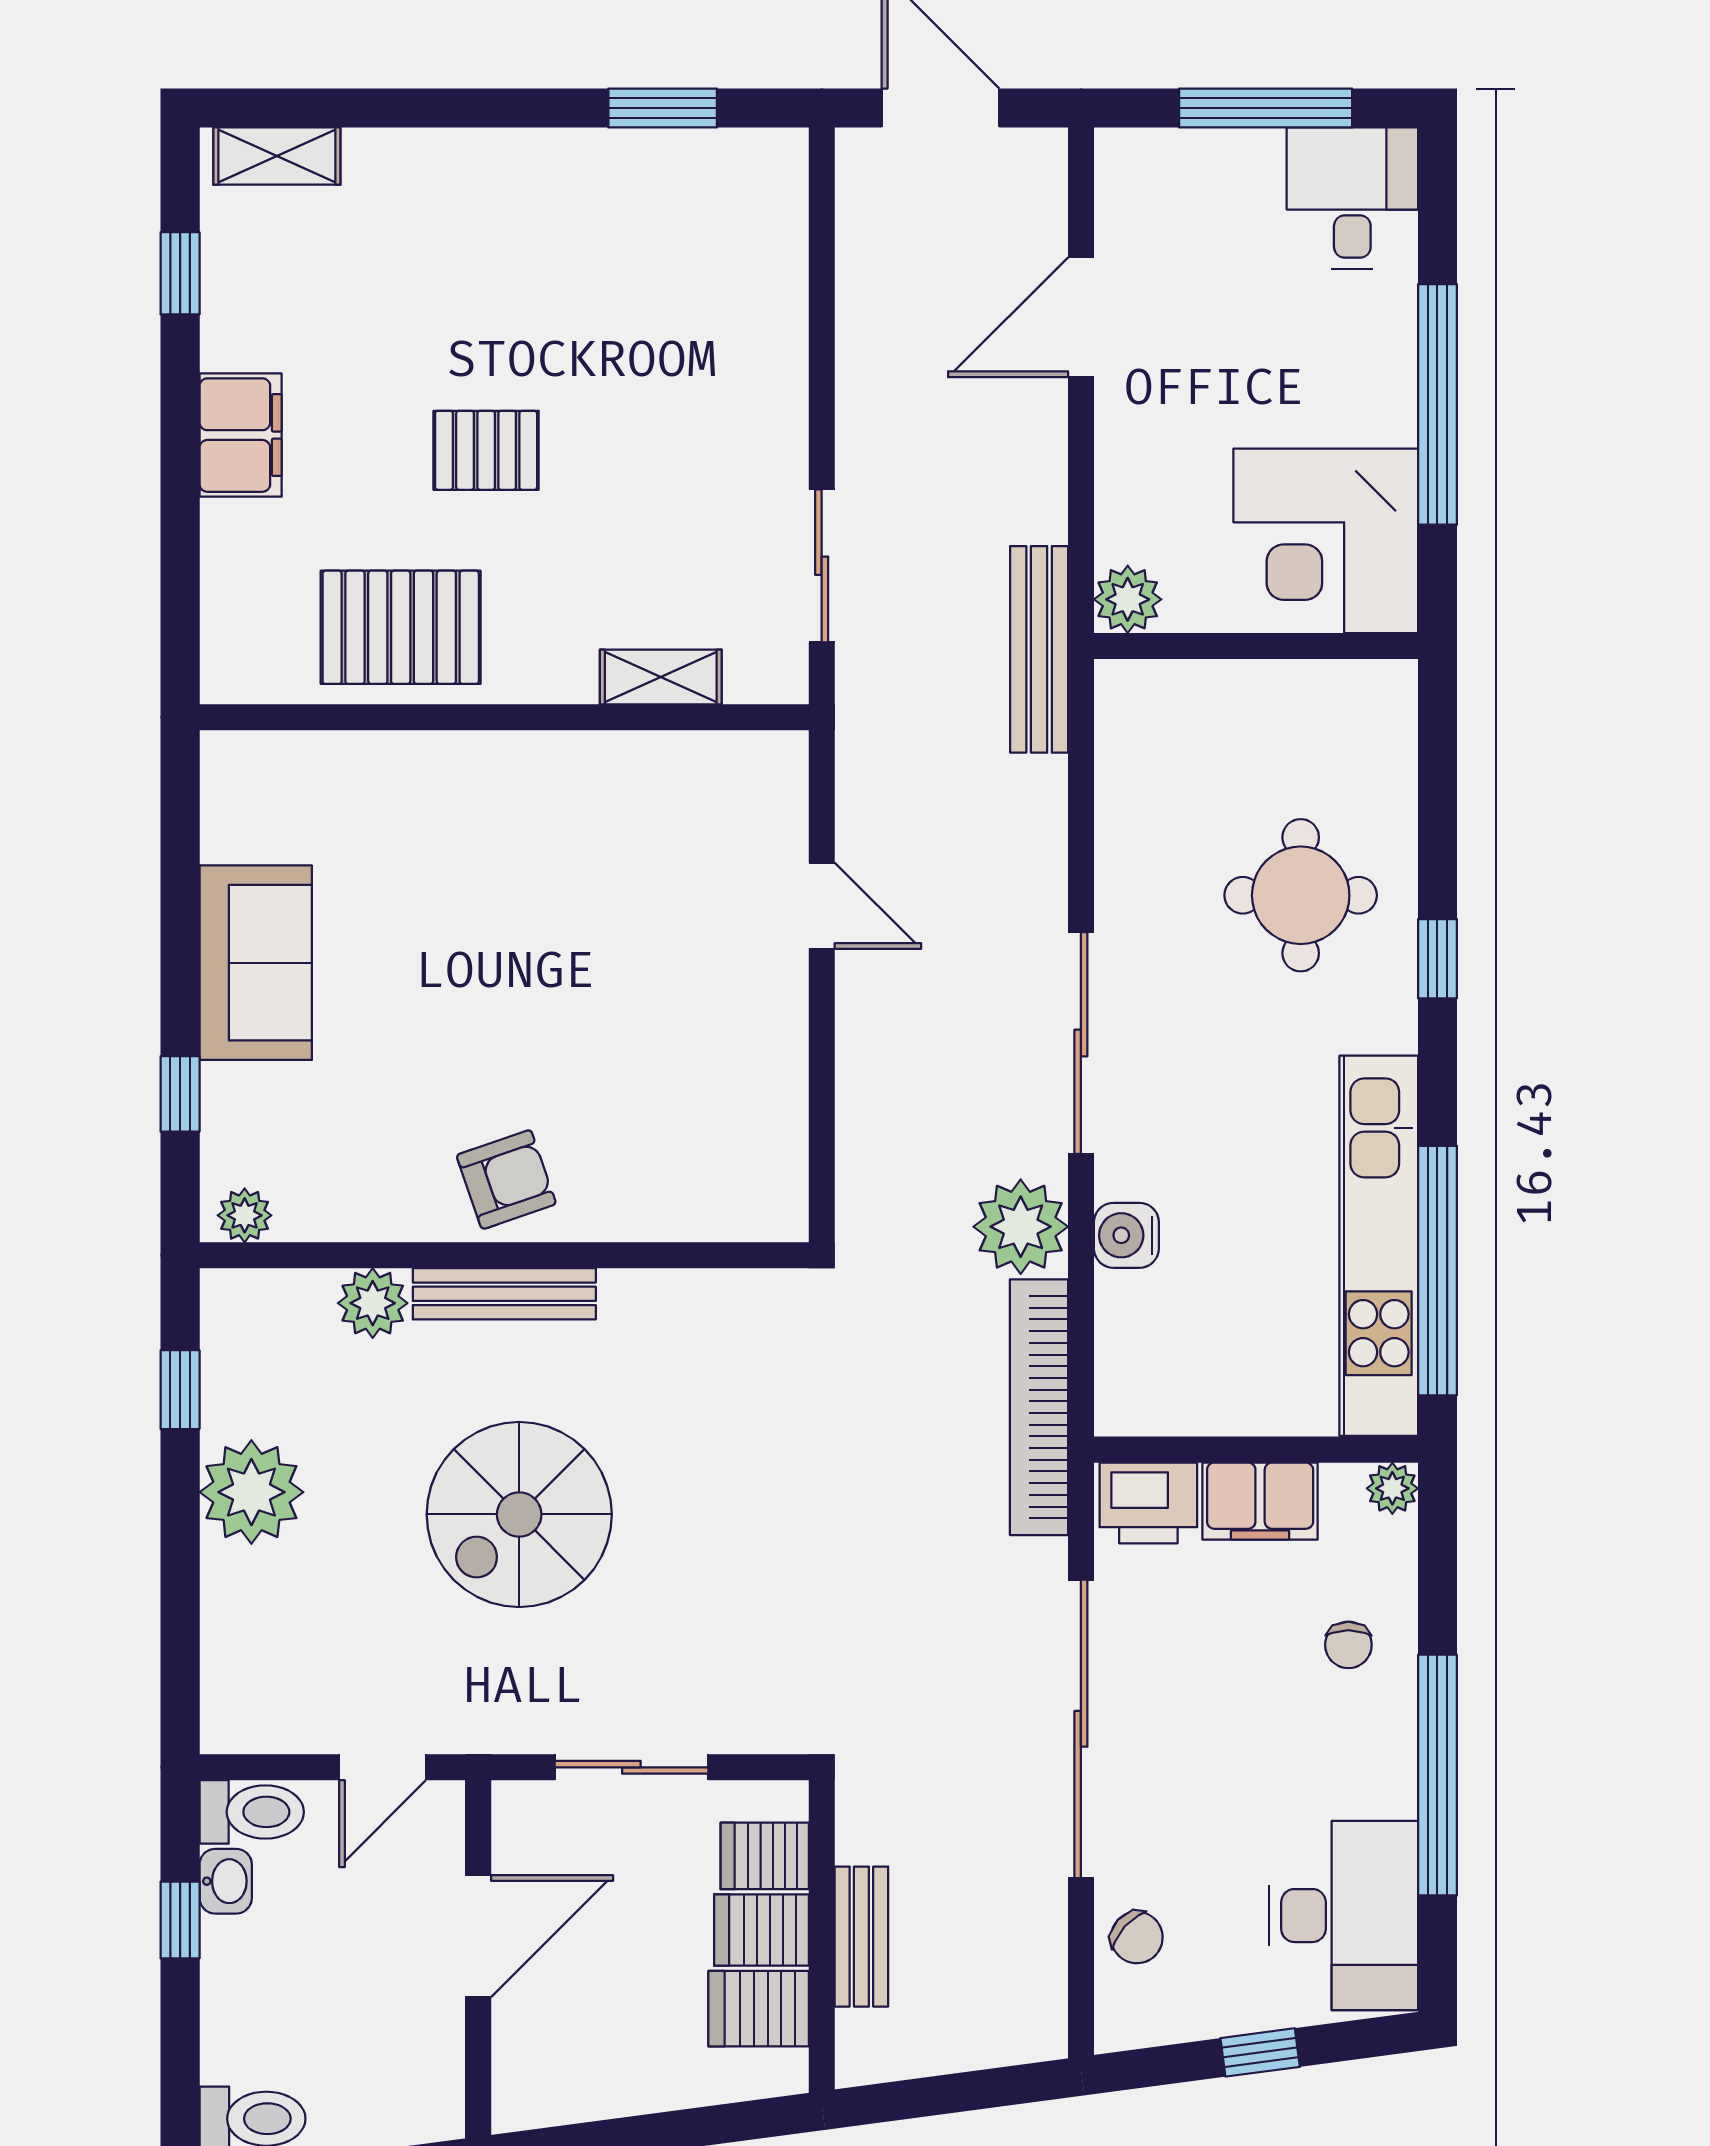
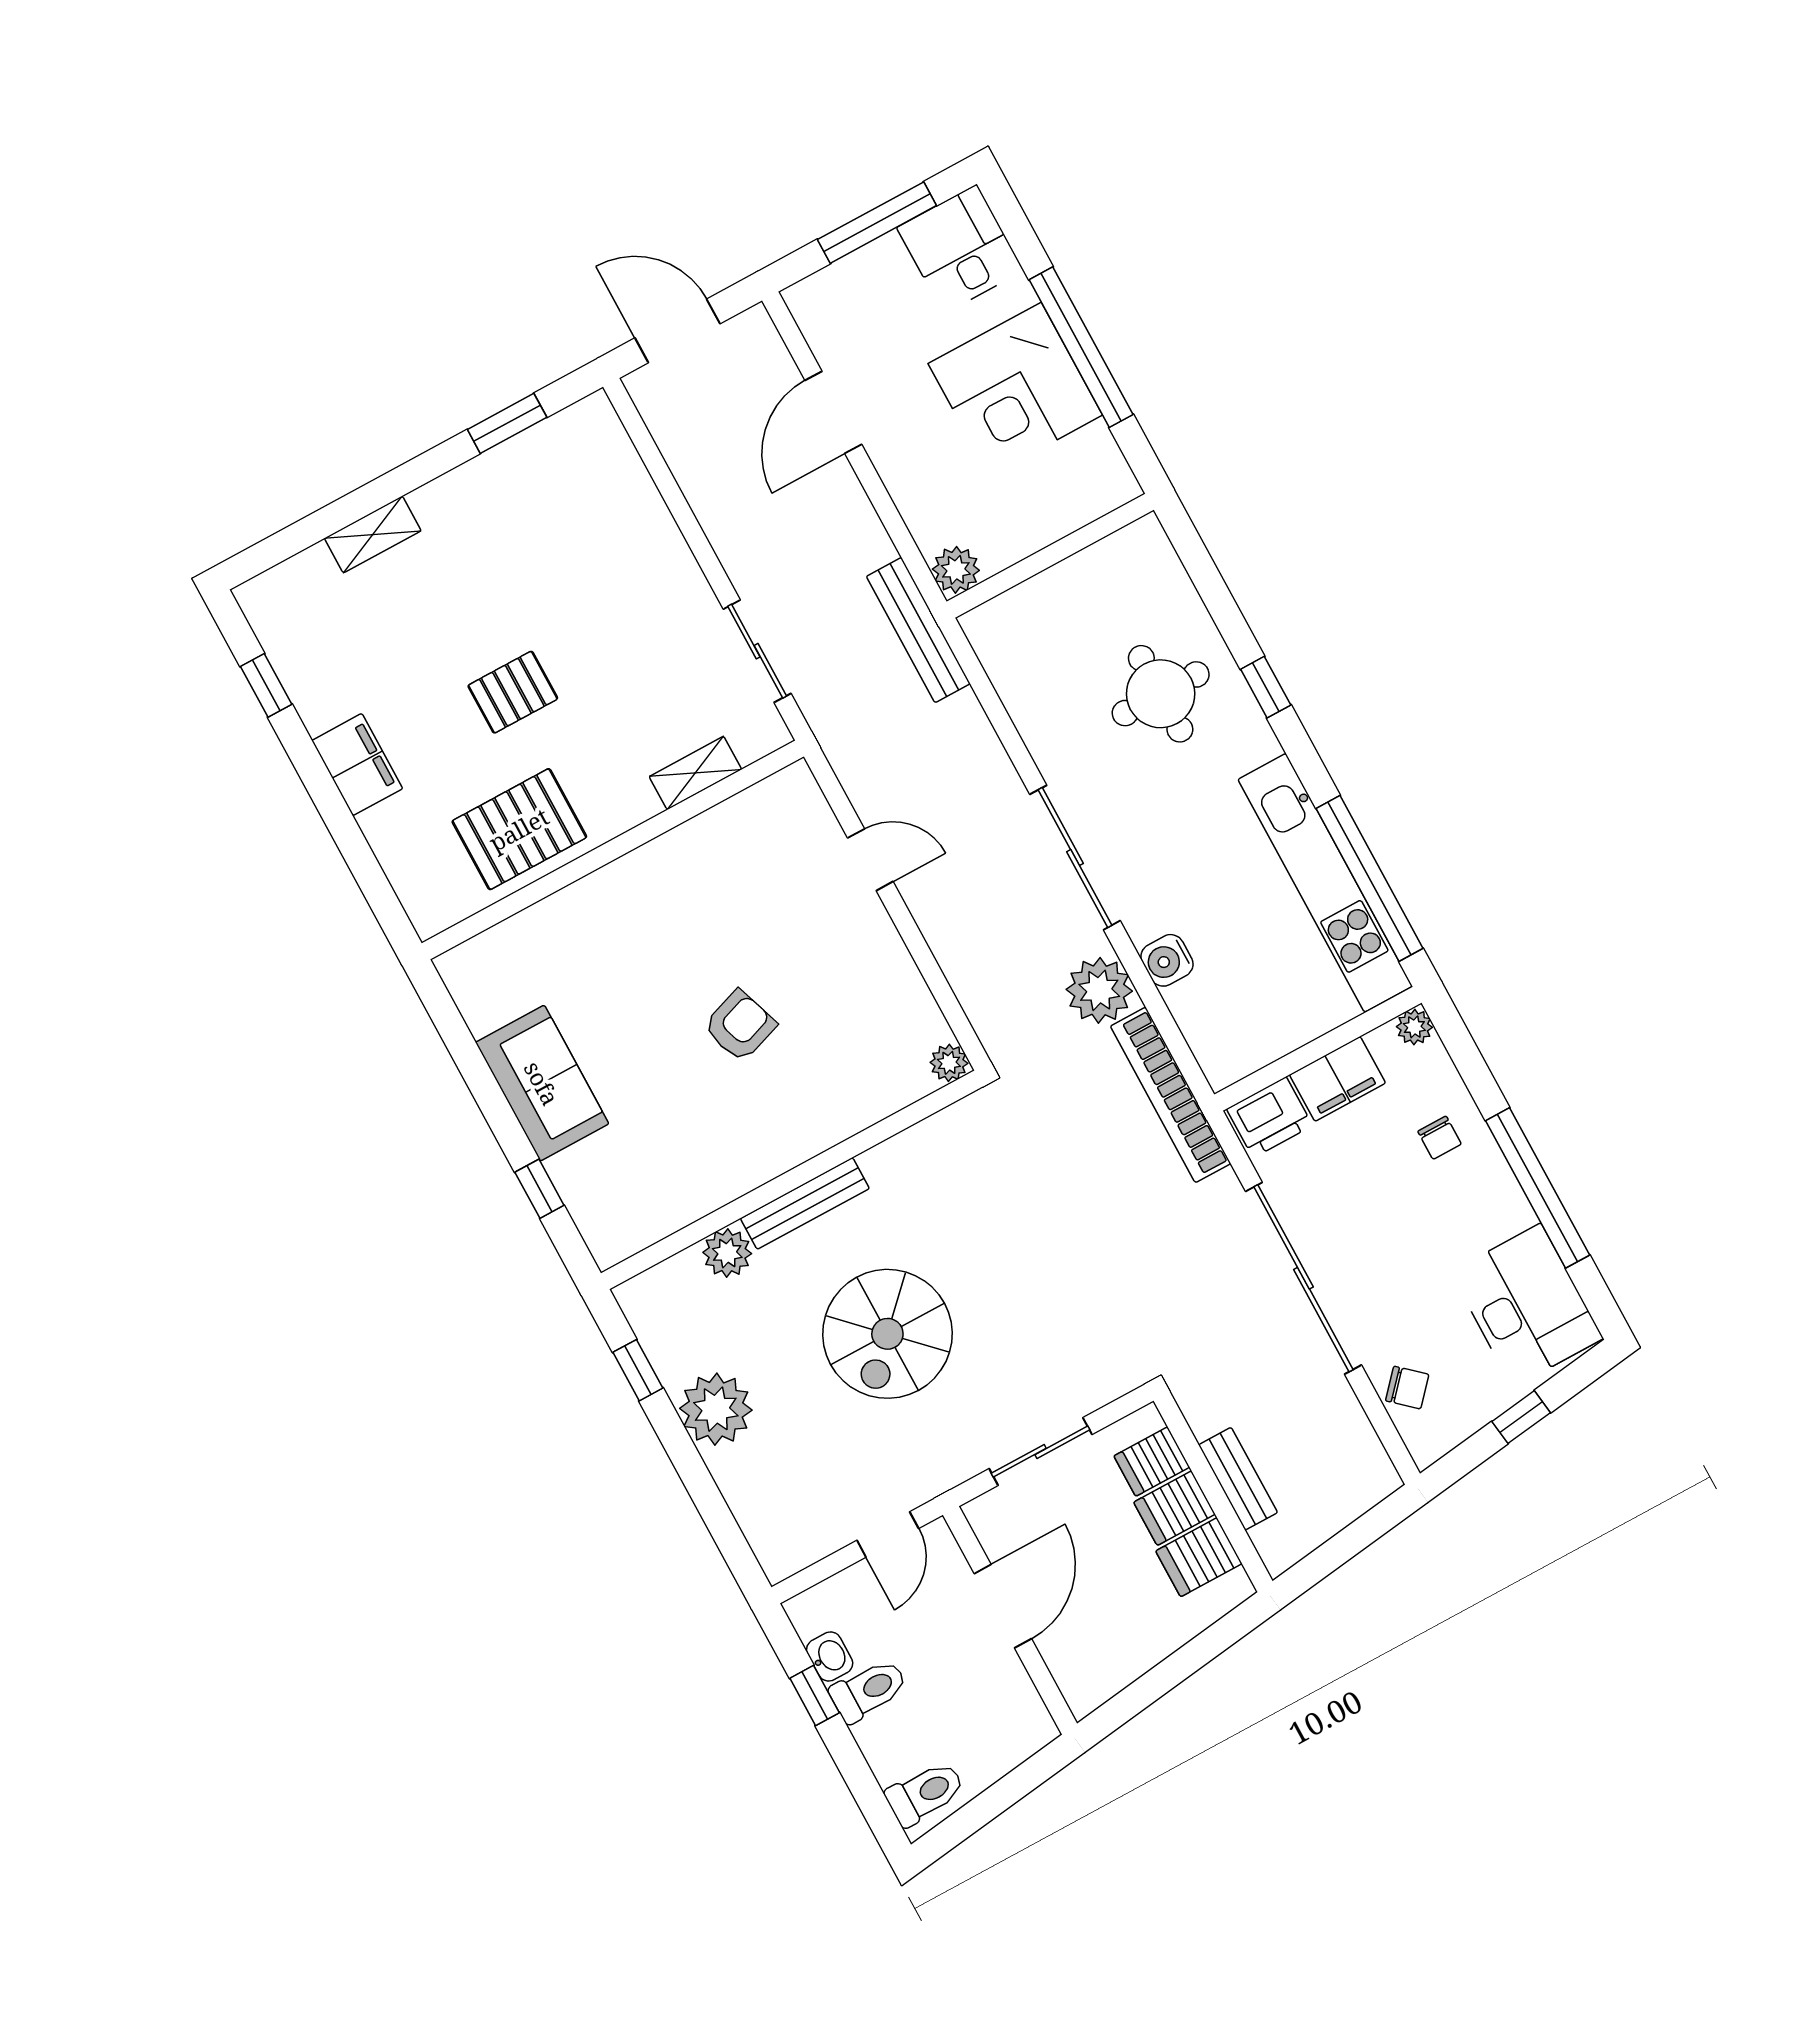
shelving: (277, 156) -> (373, 534), moved
corner desk: (1326, 541) -> (1015, 389), moved
armchair: (506, 1180) -> (740, 1026), moved
plant: (245, 1215) -> (949, 1063), moved
toilet: (252, 1812) -> (869, 1690), moved

